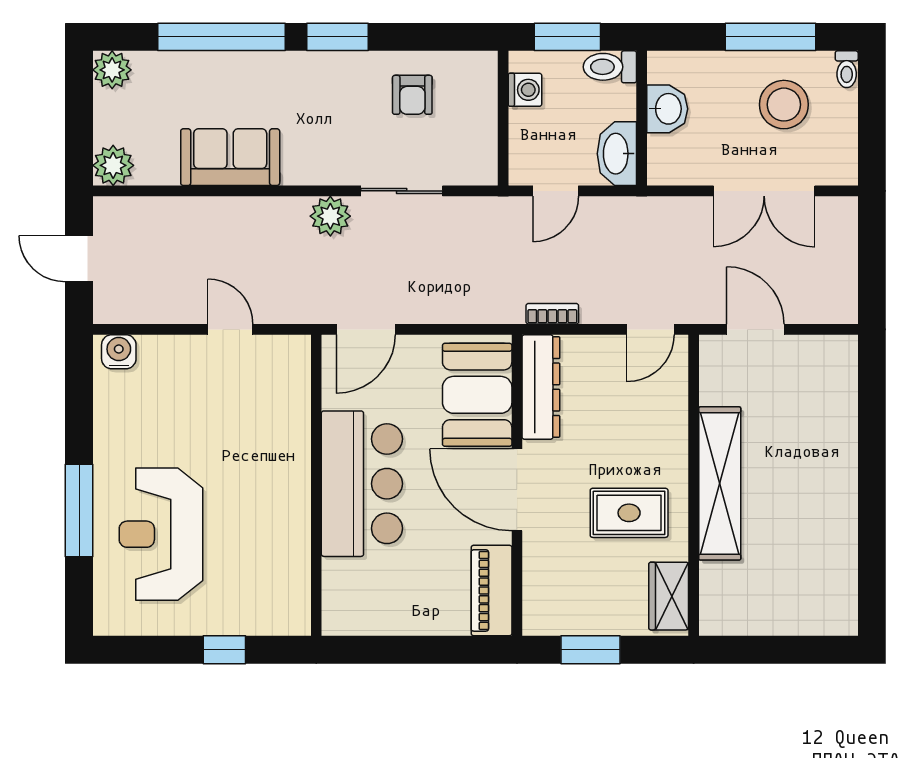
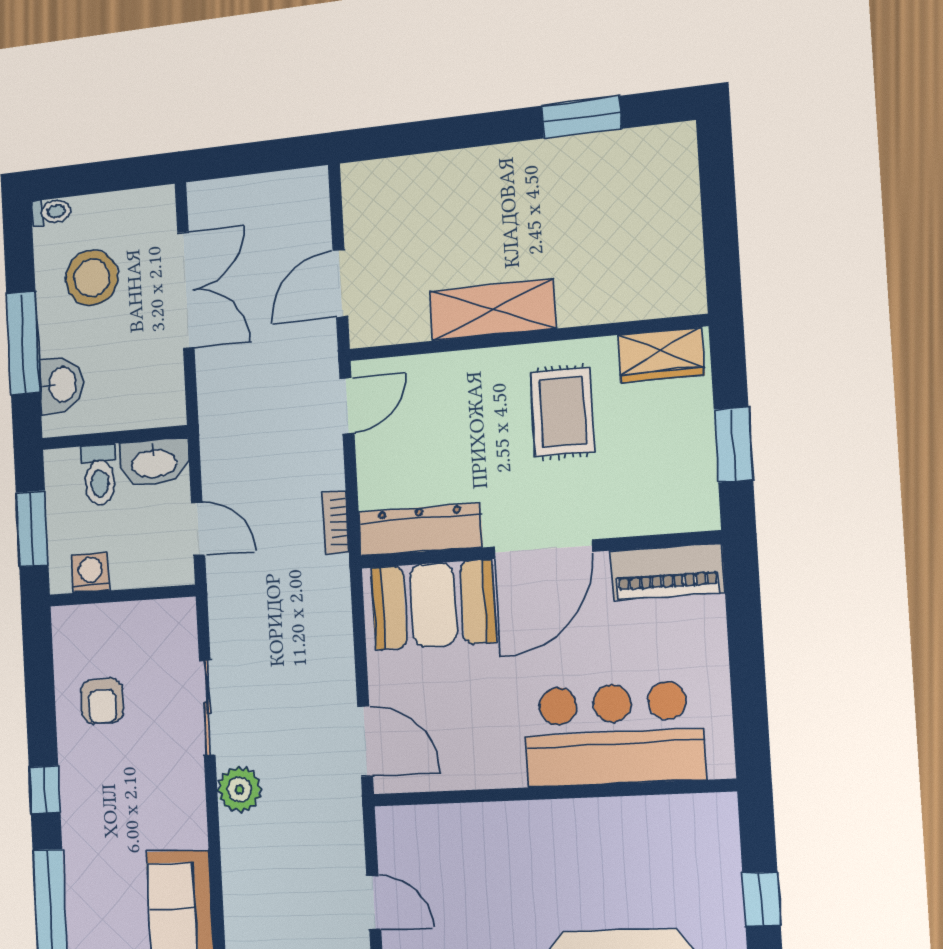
window: (338, 37) -> (44, 790), width x0.67
window: (771, 37) -> (23, 343), moved
toilet: (610, 67) -> (100, 475), moved
armchair: (412, 95) -> (102, 701), turned 90
washbasin: (667, 109) -> (61, 385), moved, turned 90
door: (230, 329) -> (374, 903), swing flipped
door: (651, 329) -> (347, 406), hinge flipped
shelving: (720, 483) -> (492, 310), width x0.68
bar counter: (362, 484) -> (614, 734), moved
window: (872, 543) -> (581, 117), added

